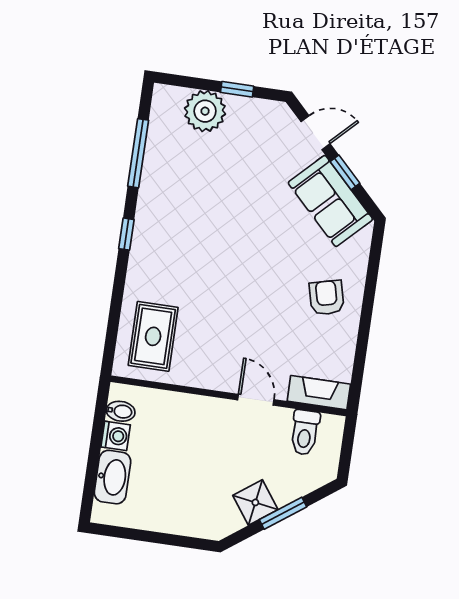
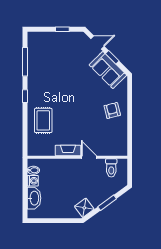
plant: (205, 111) -> (50, 40), removed
rug: (153, 336) -> (43, 120), moved
fireplace: (319, 393) -> (68, 150), moved
shower: (255, 502) -> (84, 208), moved

